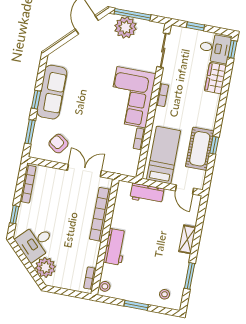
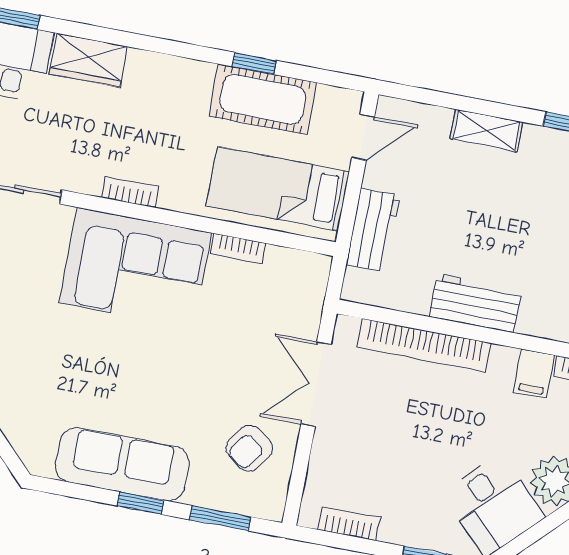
bookcase: (28, 184) -> (349, 524), width x0.64
workbench: (115, 247) -> (475, 303), moved
filing cabinet: (89, 259) -> (534, 374), added

